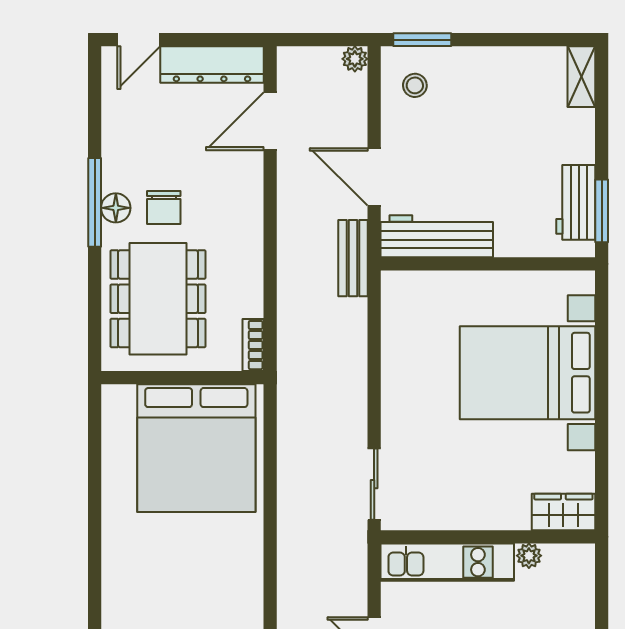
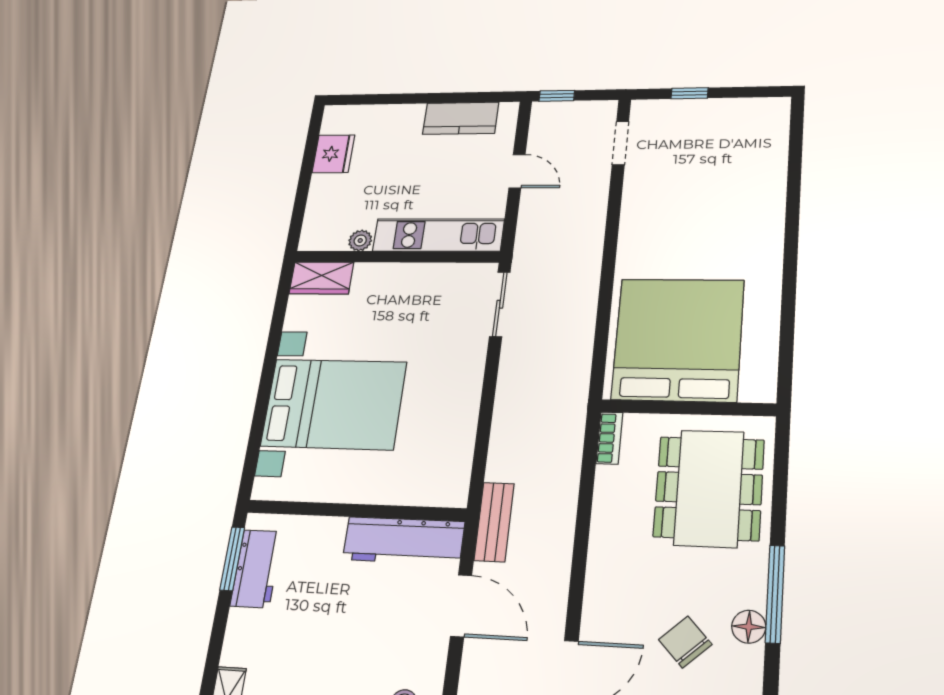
chair: (164, 207) -> (685, 642), moved, turned -43
floor lamp: (116, 208) -> (749, 627), moved

